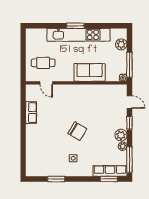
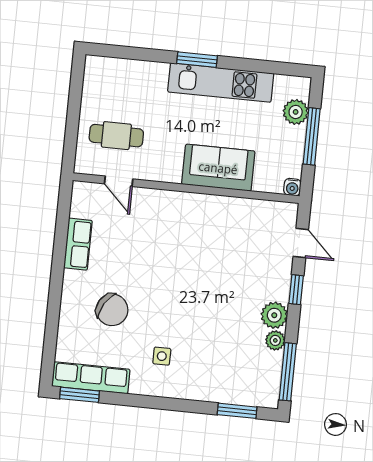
kitchen unit: (78, 35) -> (221, 83), width x0.73
window: (129, 65) -> (312, 136), moved
chair: (77, 131) -> (112, 310), moved
row of seats: (110, 171) -> (91, 378), moved
window: (56, 179) -> (80, 395), moved

